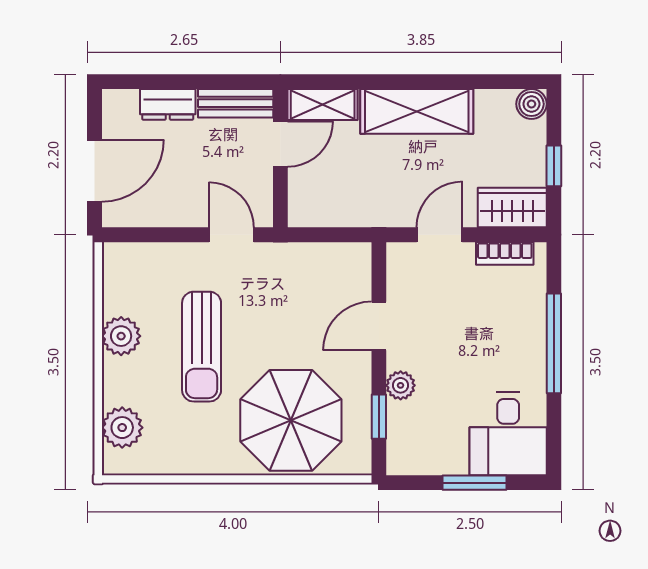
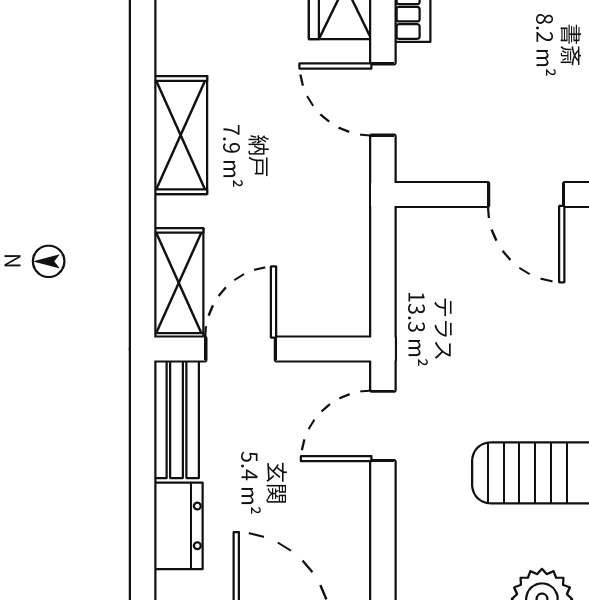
shelving: (417, 111) -> (181, 135), width x0.67, depth x0.75
door: (280, 144) -> (241, 349), hinge flipped

